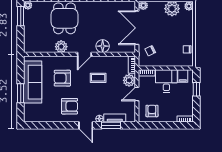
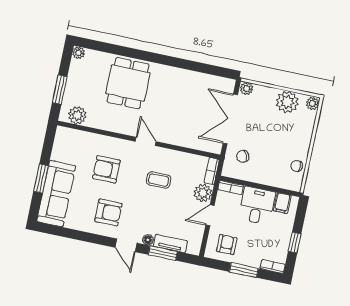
window: (21, 16) -> (60, 90), moved
floor lamp: (103, 46) -> (175, 135), removed
plant: (61, 47) -> (77, 115), moved
door: (84, 54) -> (146, 141), swing flipped
sofa: (33, 82) -> (56, 194), moved
window: (196, 89) -> (295, 243), moved
window: (167, 125) -> (244, 270), added

